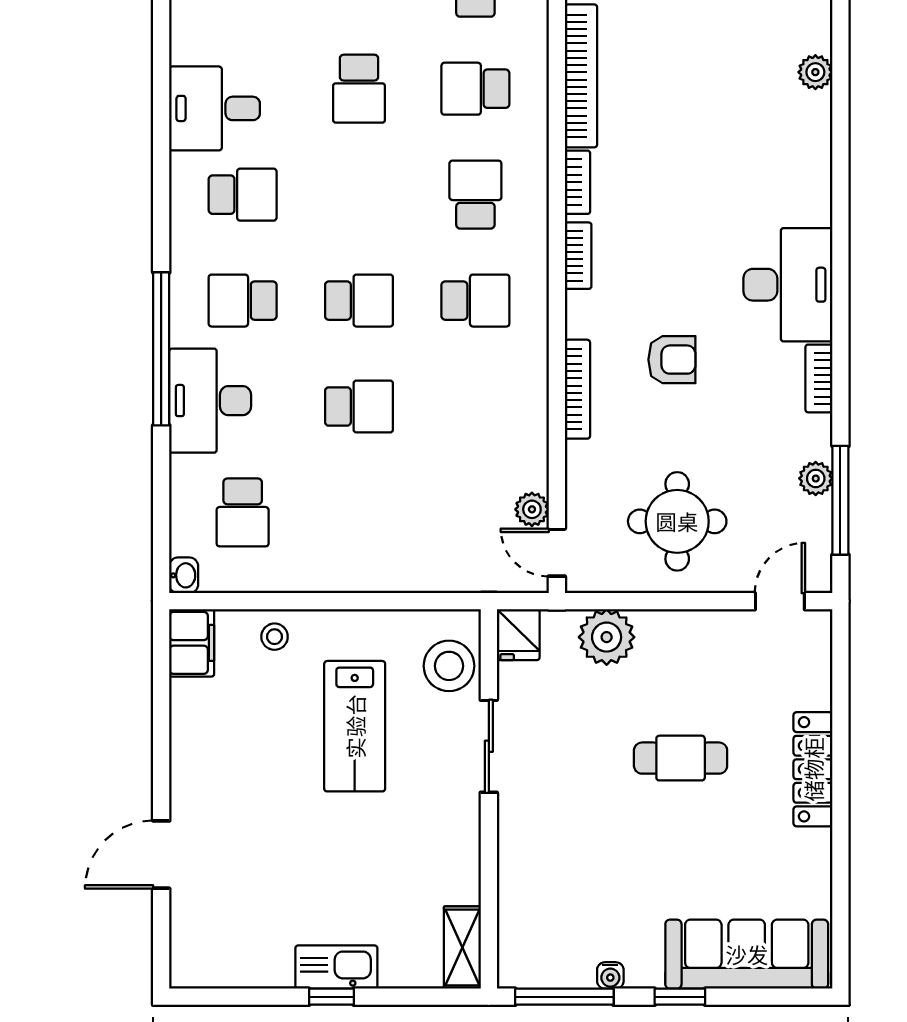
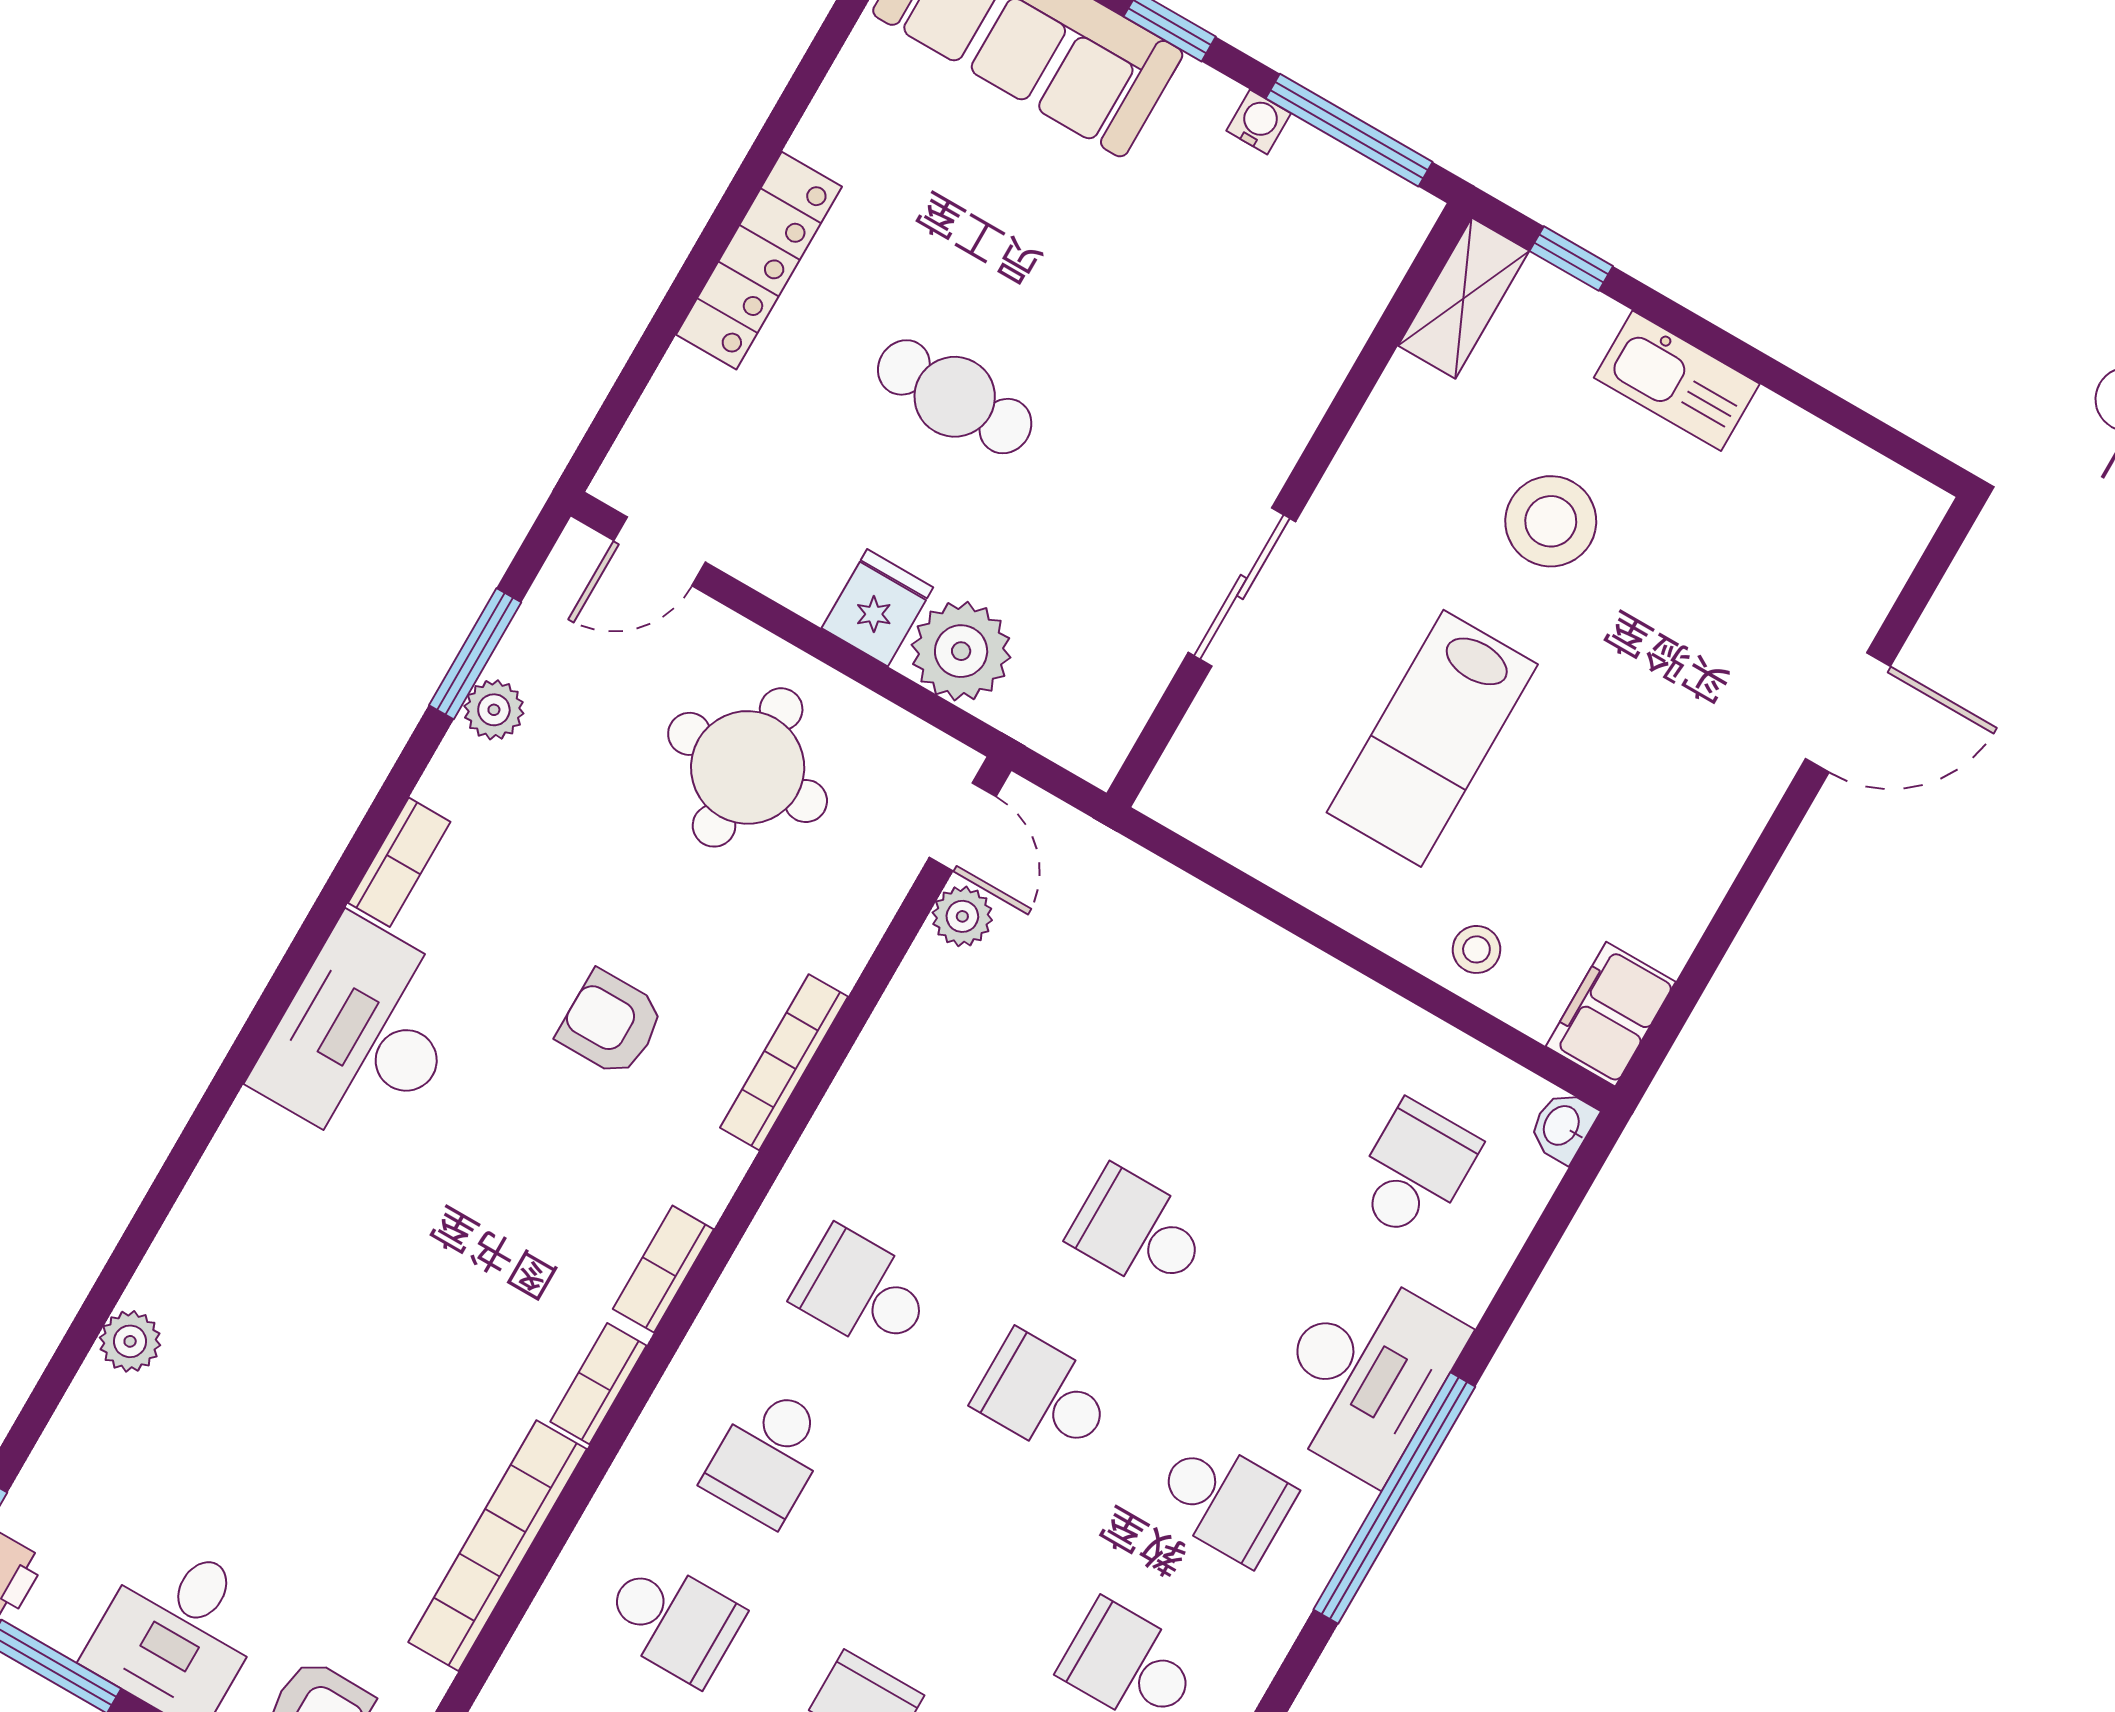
window: (840, 500) -> (475, 654), width x0.69
fridge: (518, 635) -> (877, 608), moved
stool: (449, 666) -> (1551, 521), moved
lab bench: (355, 726) -> (1432, 738), turned 180
window: (331, 997) -> (1571, 259), moved

